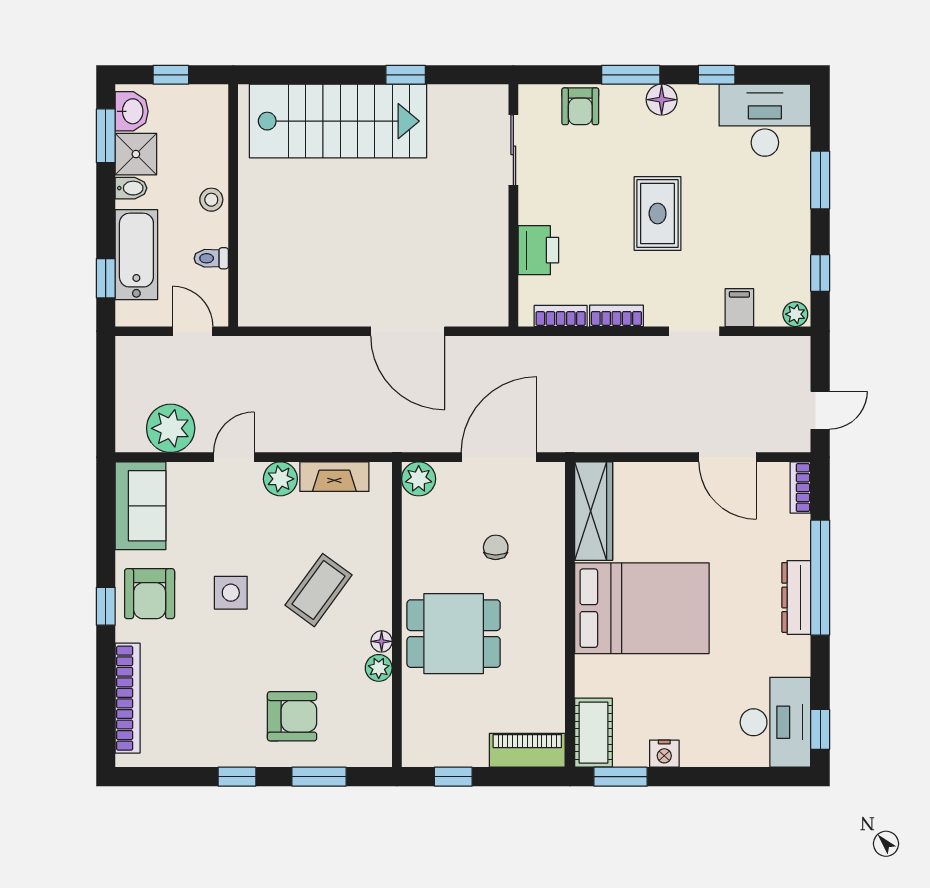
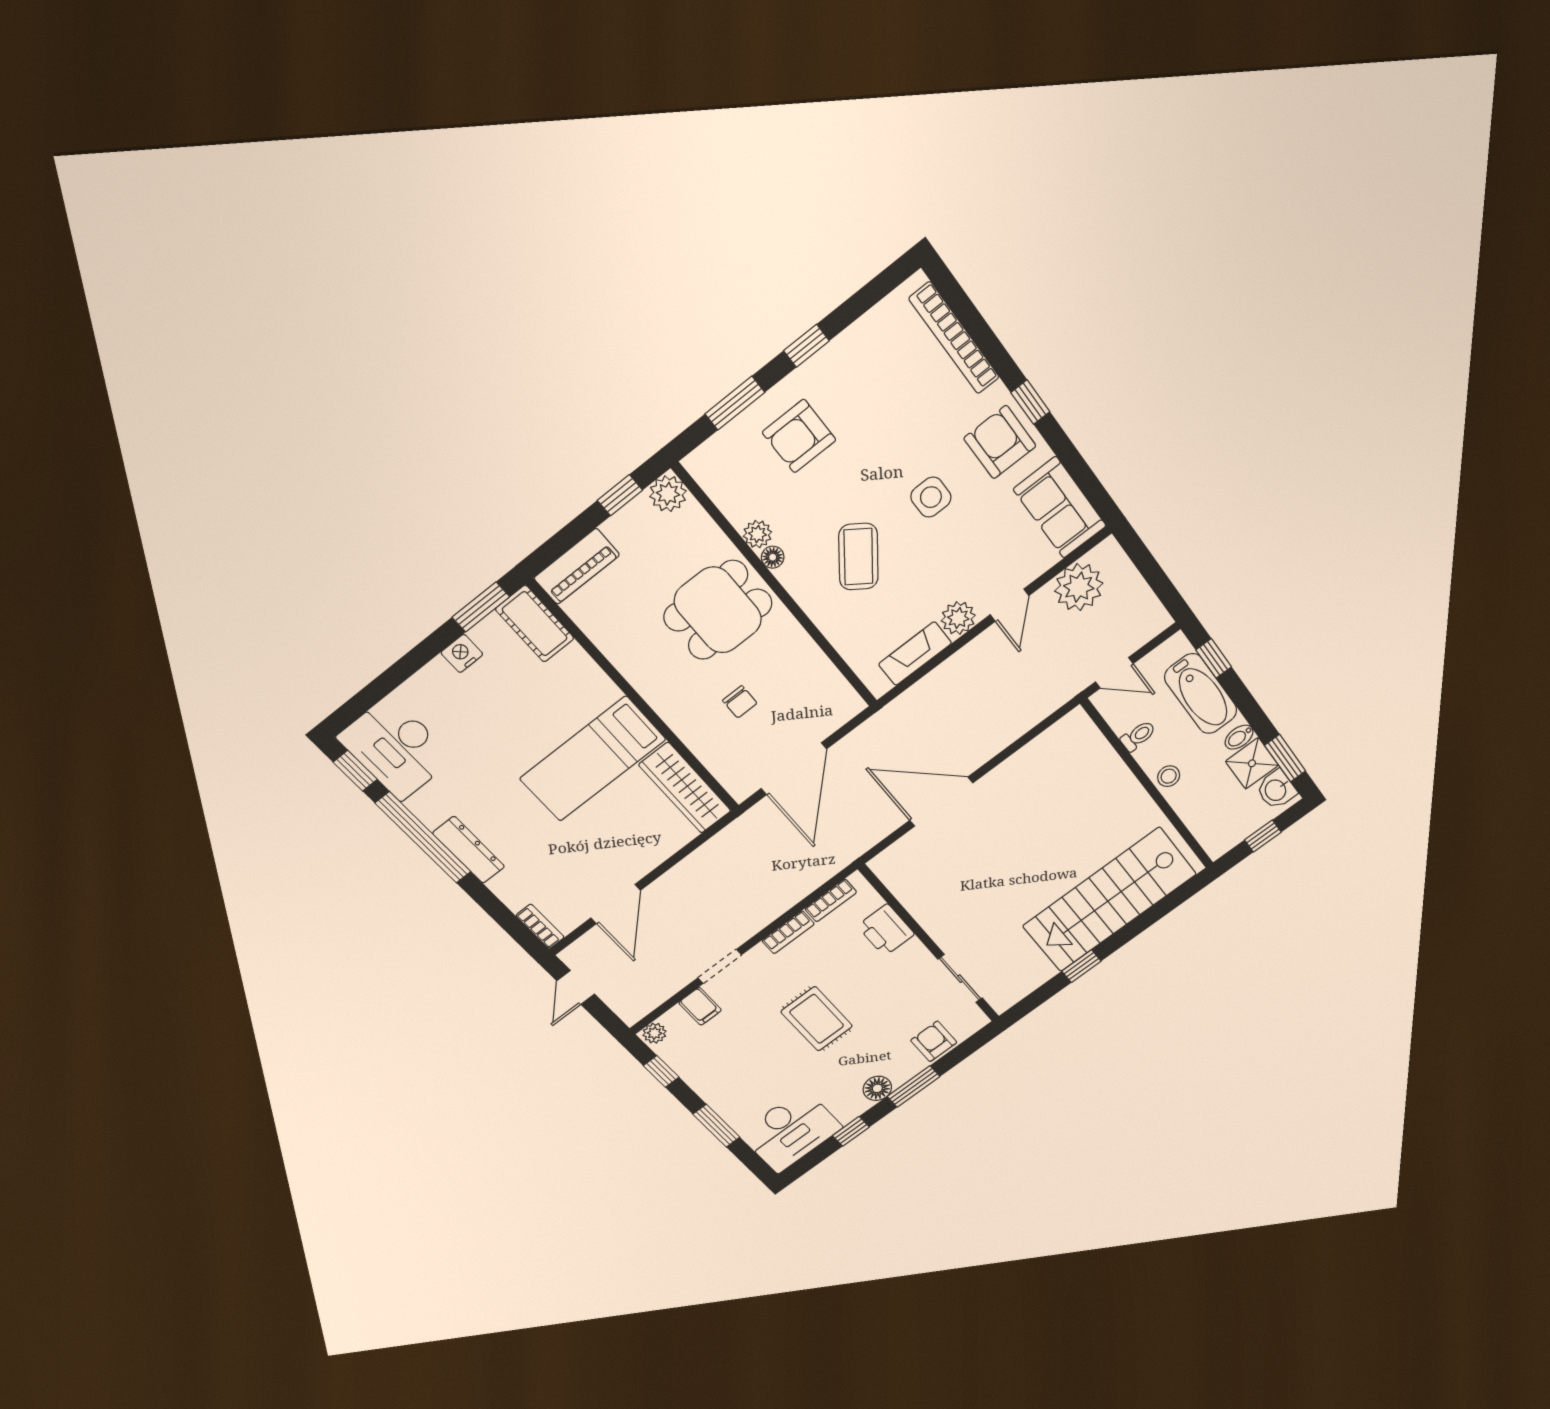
door: (728, 457) -> (616, 904), swing flipped
plant: (419, 479) -> (668, 494), moved
window: (820, 578) -> (423, 838), moved
bed: (642, 608) -> (593, 759), width x0.67

